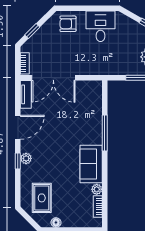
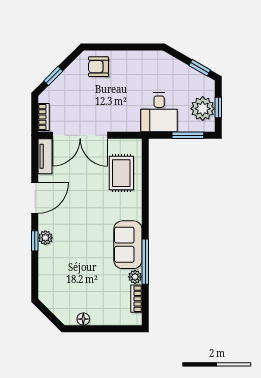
desk: (100, 26) -> (159, 112), moved, turned 180
window: (105, 133) -> (145, 262), moved
rug: (42, 198) -> (121, 173), moved

